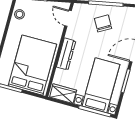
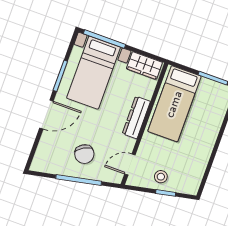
stool: (19, 14) -> (161, 177), moved
door: (68, 18) -> (130, 165), swing flipped
bed: (32, 65) -> (174, 104), width x0.67

